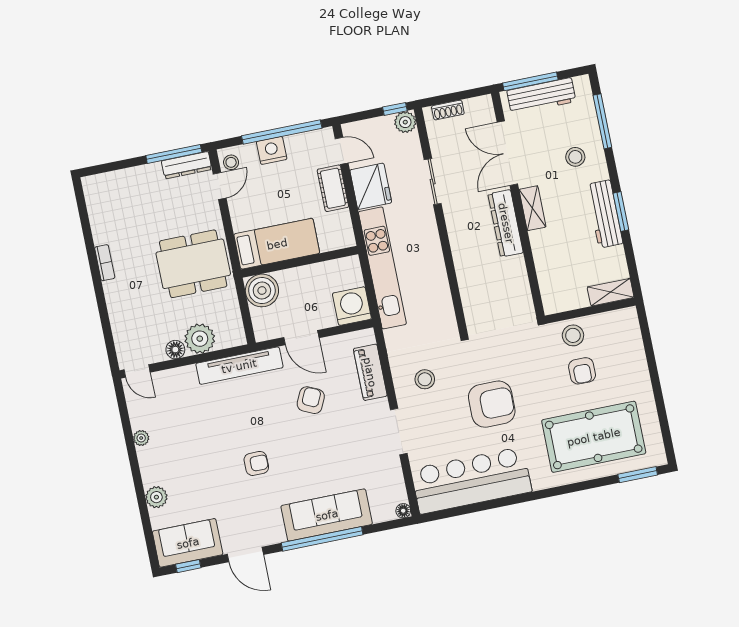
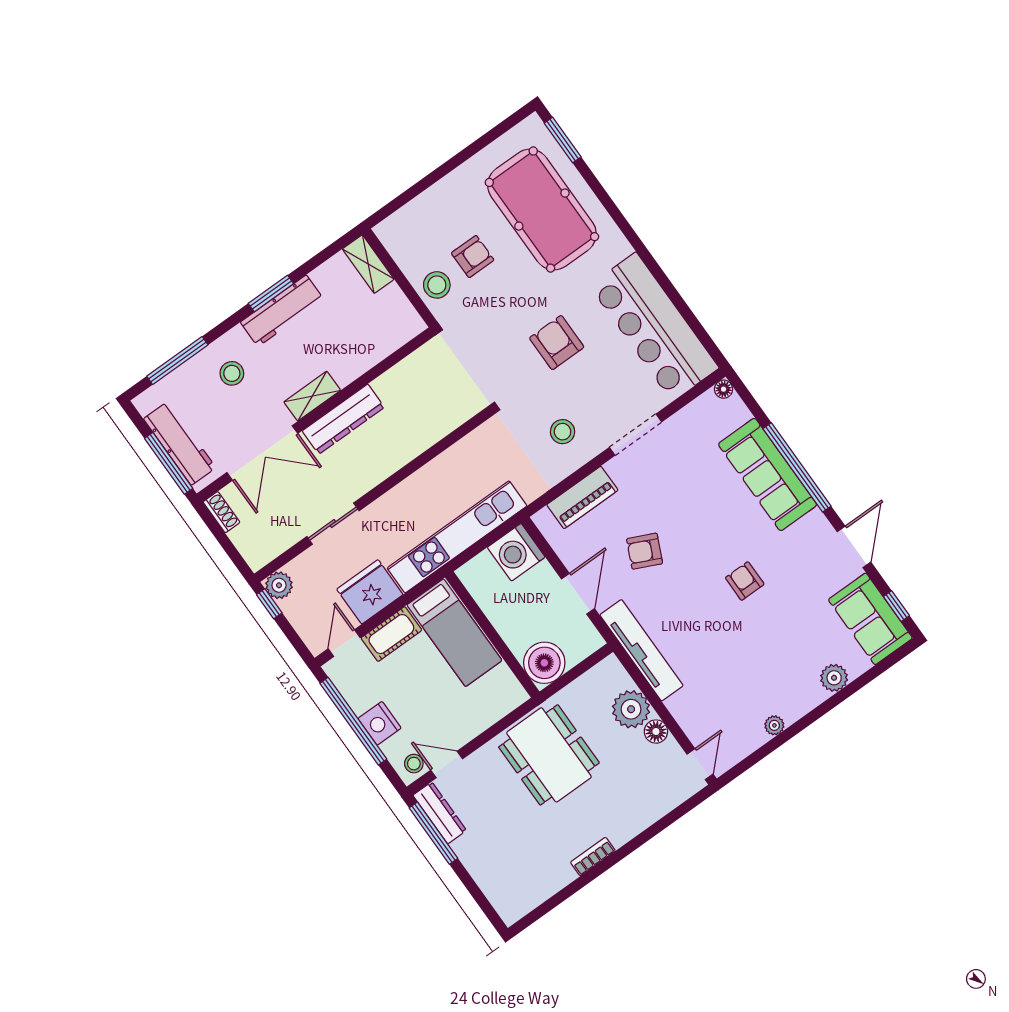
shoe rack: (448, 110) -> (221, 512), moved
bed: (277, 244) -> (454, 633), moved, turned 180
armchair: (492, 404) -> (557, 343), width x0.73, depth x0.73

